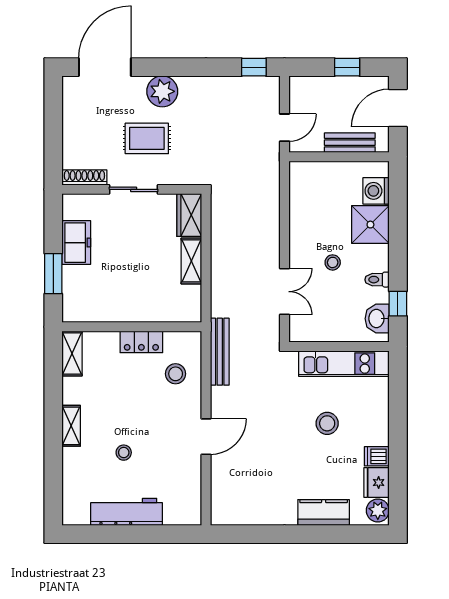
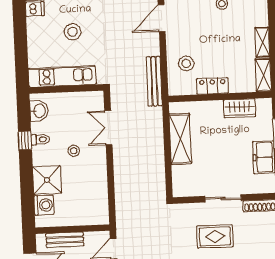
wardrobe: (189, 215) -> (239, 108), moved, turned 90
shelving: (191, 261) -> (180, 139), width x1.50, depth x1.33
window: (398, 304) -> (25, 141), moved
shelving: (71, 426) -> (262, 42), moved

